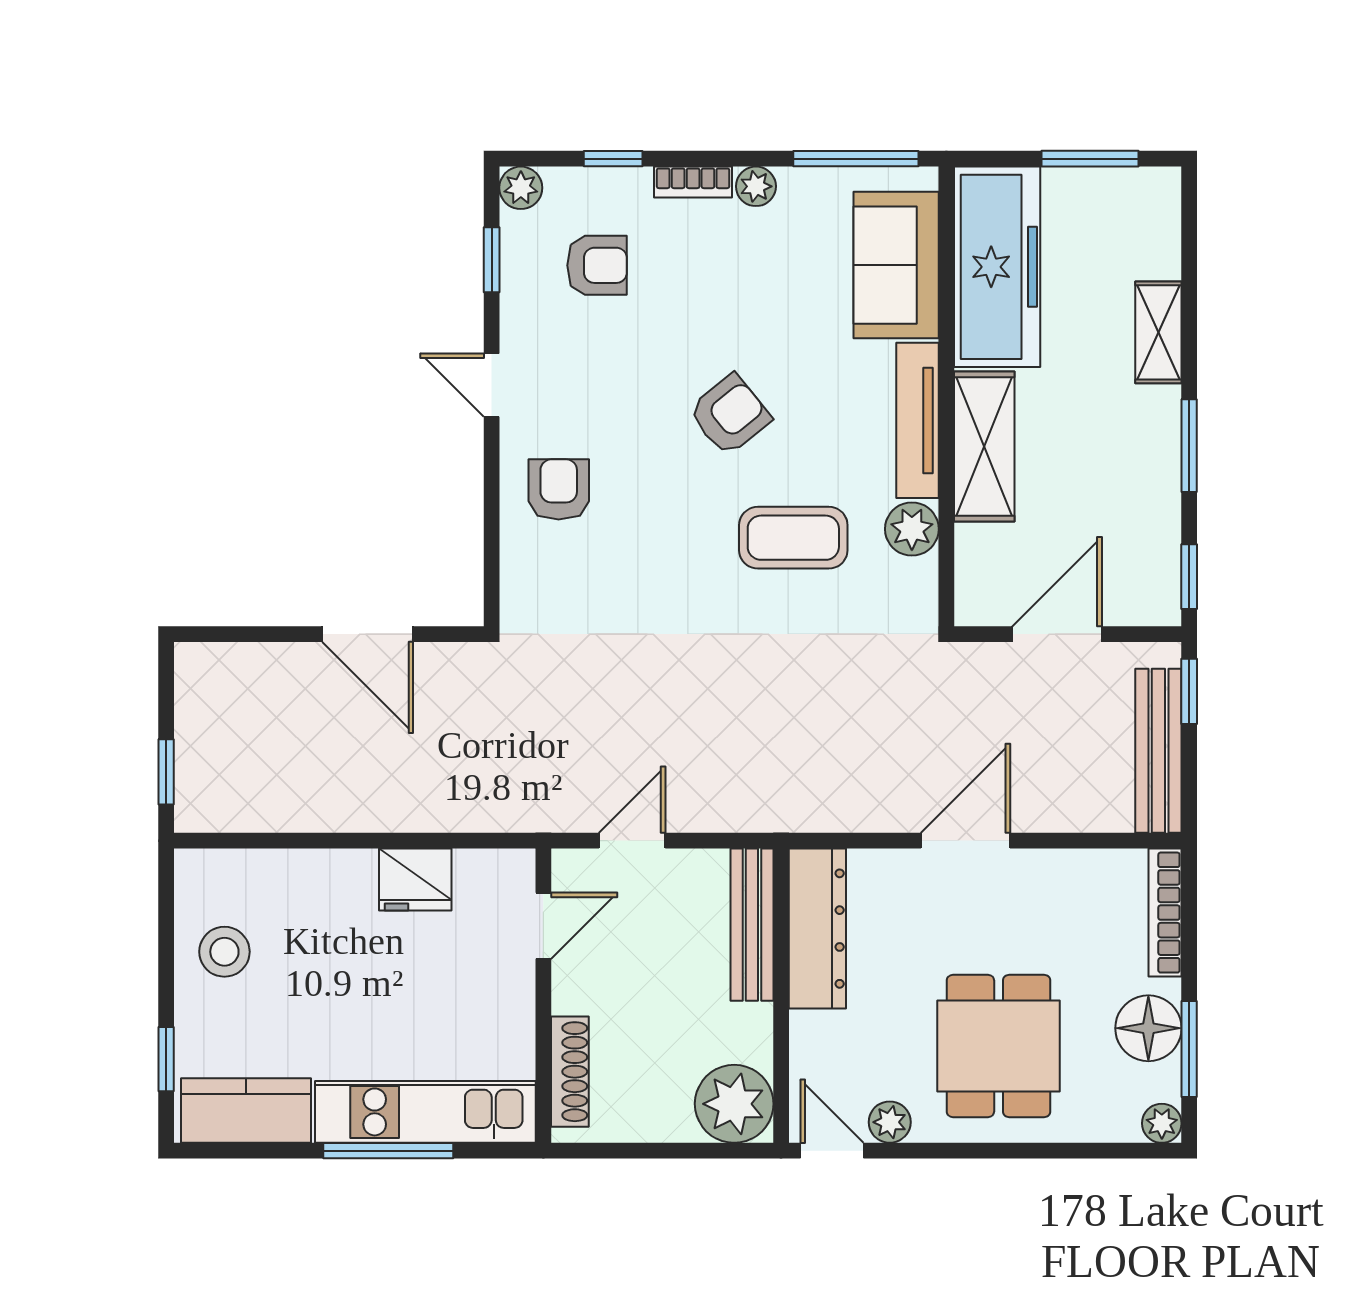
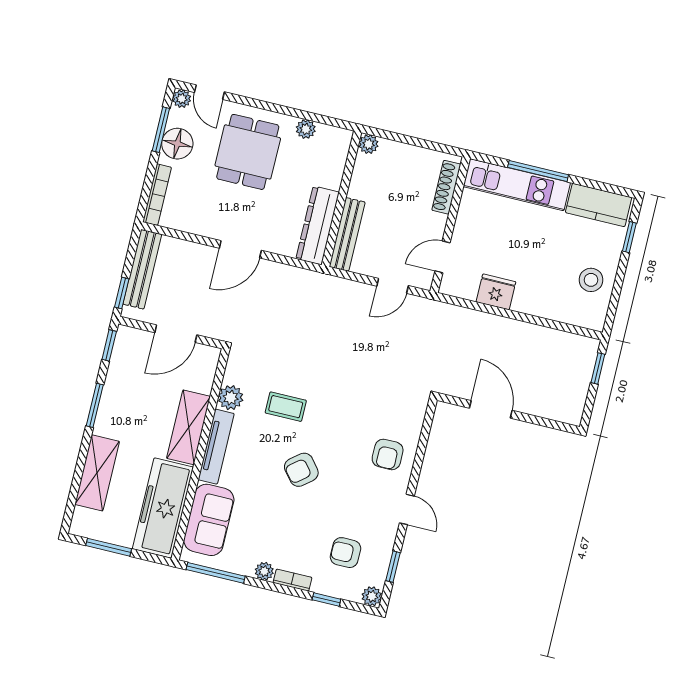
shelving: (1158, 332) -> (97, 473), width x1.50, depth x1.33
coffee table: (793, 538) -> (286, 407), width x0.73, depth x0.77
plant: (734, 1104) -> (369, 144), width x0.53, depth x0.53
door: (832, 1151) -> (209, 92), moved

